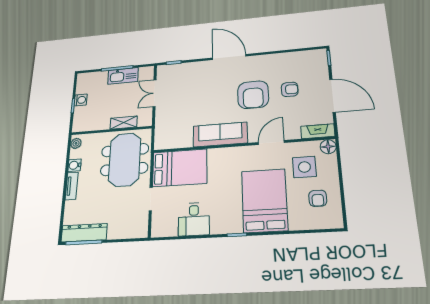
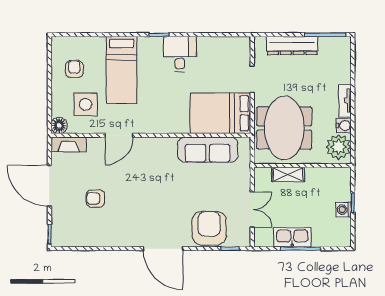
armchair: (253, 95) -> (209, 228), moved
sofa: (220, 134) -> (208, 150), moved
plant: (76, 143) -> (339, 147), width x1.88, depth x1.88
bed: (264, 200) -> (122, 70), width x0.67
desk: (194, 219) -> (180, 54), moved
dresser: (84, 233) -> (292, 45), moved

